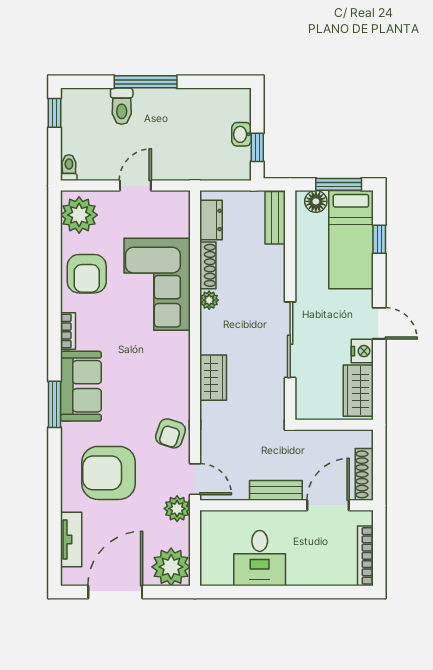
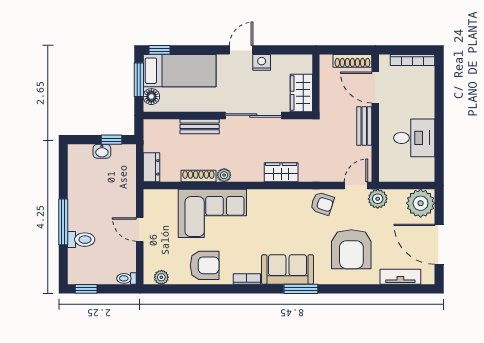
plant: (79, 215) -> (161, 277), width x0.53, depth x0.53
bench: (275, 218) -> (200, 126), moved
dresser: (211, 220) -> (151, 167), moved, turned 90
window: (379, 239) -> (159, 50), moved
wardrobe: (358, 391) -> (301, 93), moved, turned 90

